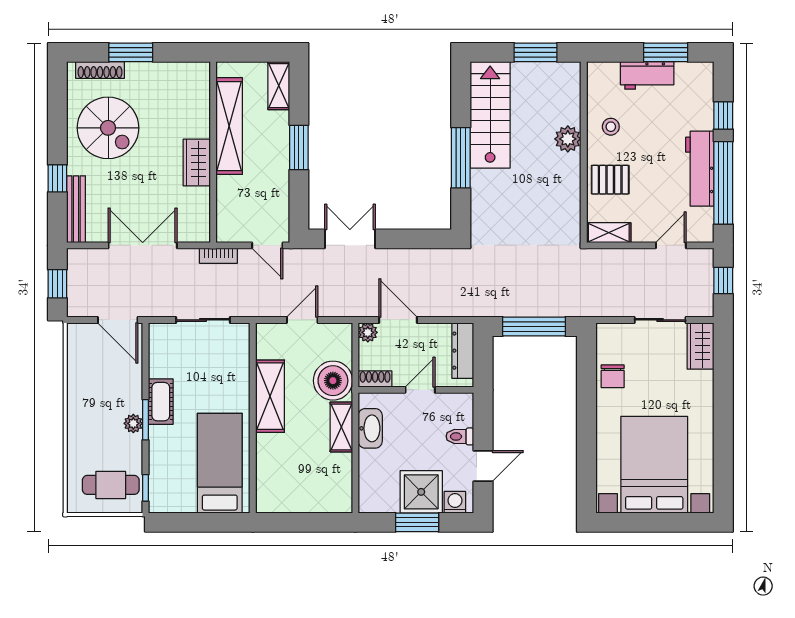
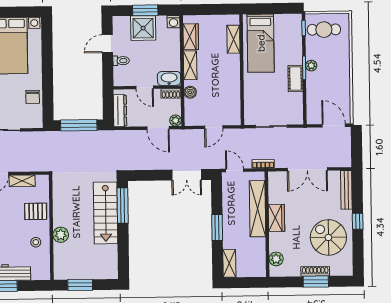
shoe rack: (100, 70) -> (315, 271), moved
plant: (198, 92) -> (276, 259), added
stairs: (490, 115) -> (106, 213), moved
shelving: (229, 126) -> (257, 209), moved
window: (461, 158) -> (123, 205), moved
window: (57, 178) -> (358, 221), moved
shelving: (609, 233) -> (22, 181), moved
window: (57, 284) -> (357, 146), removed
door: (118, 320) -> (334, 126), moved
chair: (613, 376) -> (33, 97), turned 180
boiler: (333, 381) -> (190, 92), width x0.54, depth x0.54
door: (420, 390) -> (145, 87), hinge flipped
shelving: (270, 396) -> (233, 39), moved, width x0.67, depth x0.75
washbasin: (370, 428) -> (169, 78), moved, turned 90
wardrobe: (340, 476) -> (191, 37), added
washing machine: (455, 502) -> (173, 22), moved

